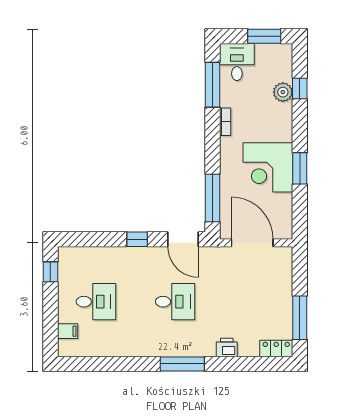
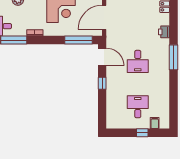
door: (183, 239) -> (102, 57), hinge flipped
window: (50, 272) -> (142, 133), moved
desk: (175, 302) -> (138, 61), turned 180

